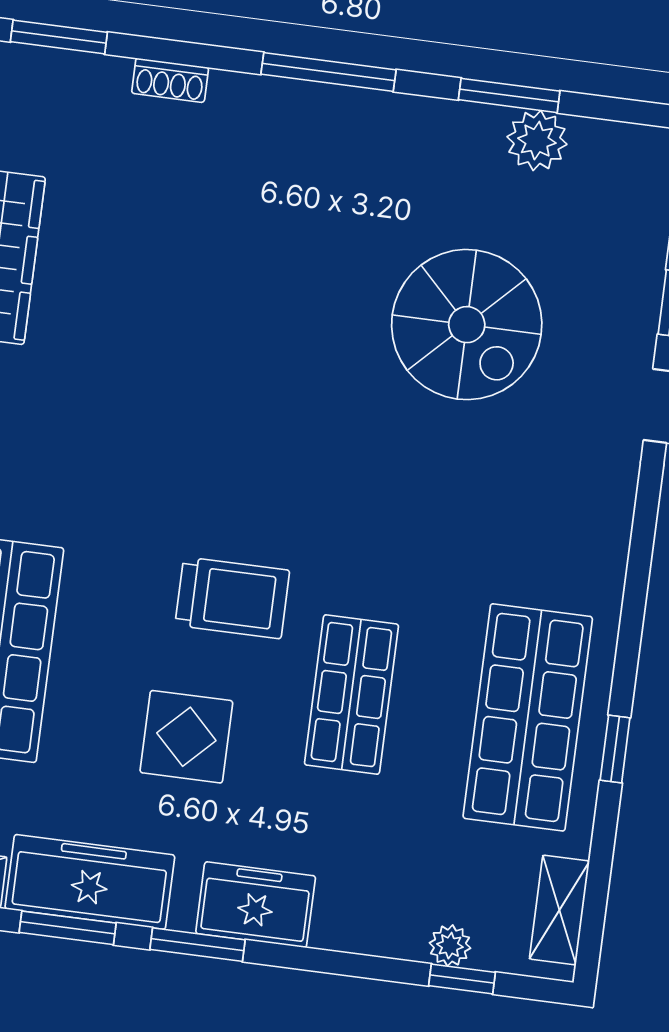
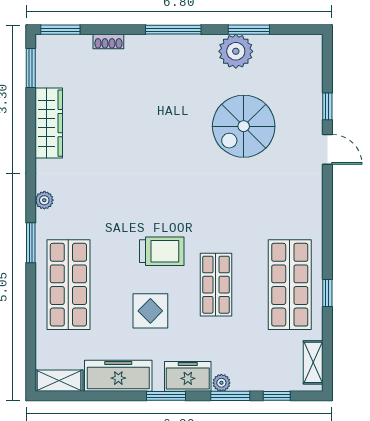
plant: (537, 141) -> (236, 51), moved, width x1.36, depth x1.36
spiral stairs: (467, 325) -> (244, 126), turned 90
window: (68, 928) -> (230, 396), moved
plant: (450, 946) -> (221, 383), moved

